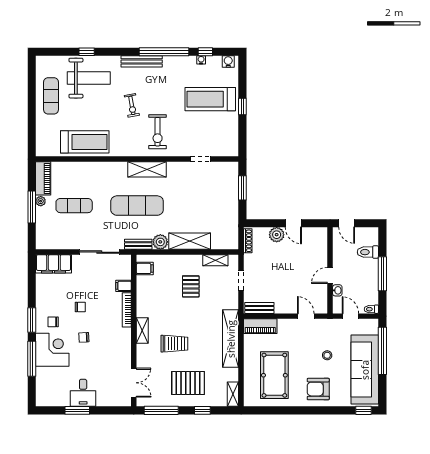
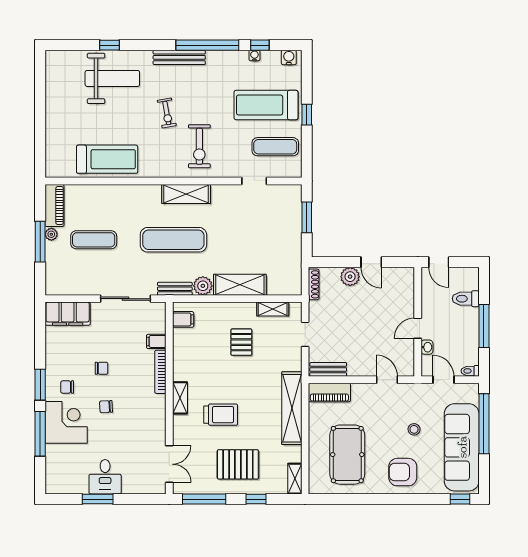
exercise mat: (51, 96) -> (275, 147), moved, turned 90

